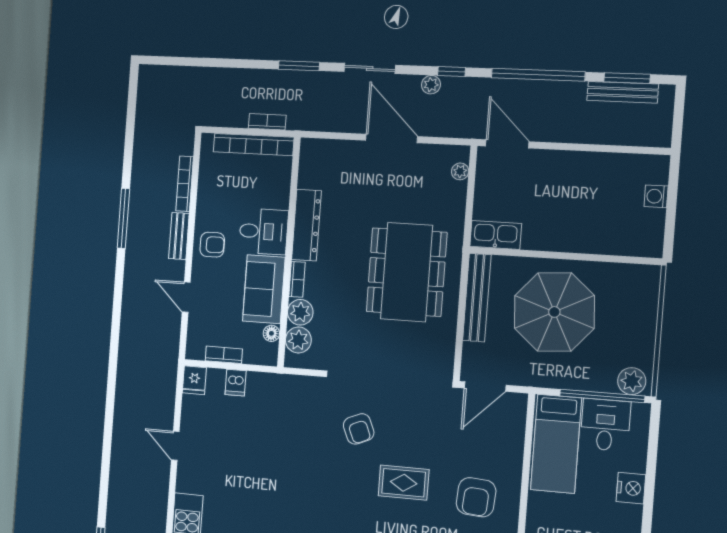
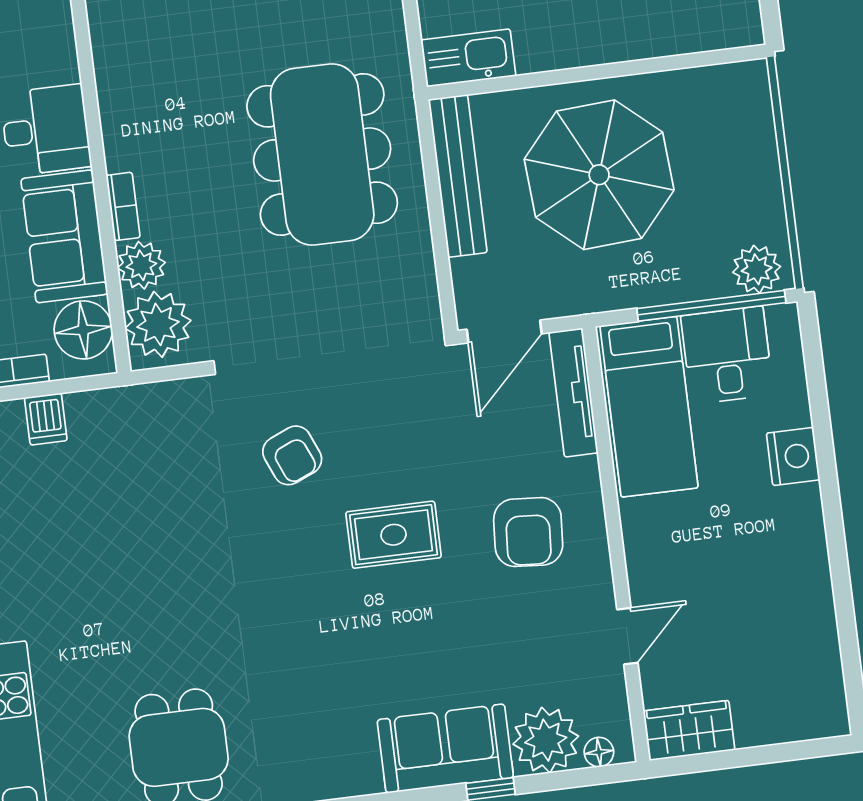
dresser: (306, 225) -> (121, 104), removed
floor lamp: (271, 333) -> (83, 330), width x1.89, depth x1.89
plant: (298, 340) -> (158, 324), width x1.36, depth x1.36
tv unit: (516, 427) -> (574, 393), added

